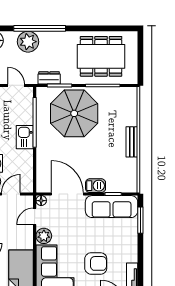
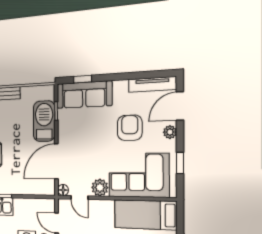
barbecue: (96, 186) -> (44, 121), width x1.88, depth x1.53
sofa: (112, 207) -> (84, 95), moved, turned 90
window: (140, 220) -> (83, 79), width x0.67

